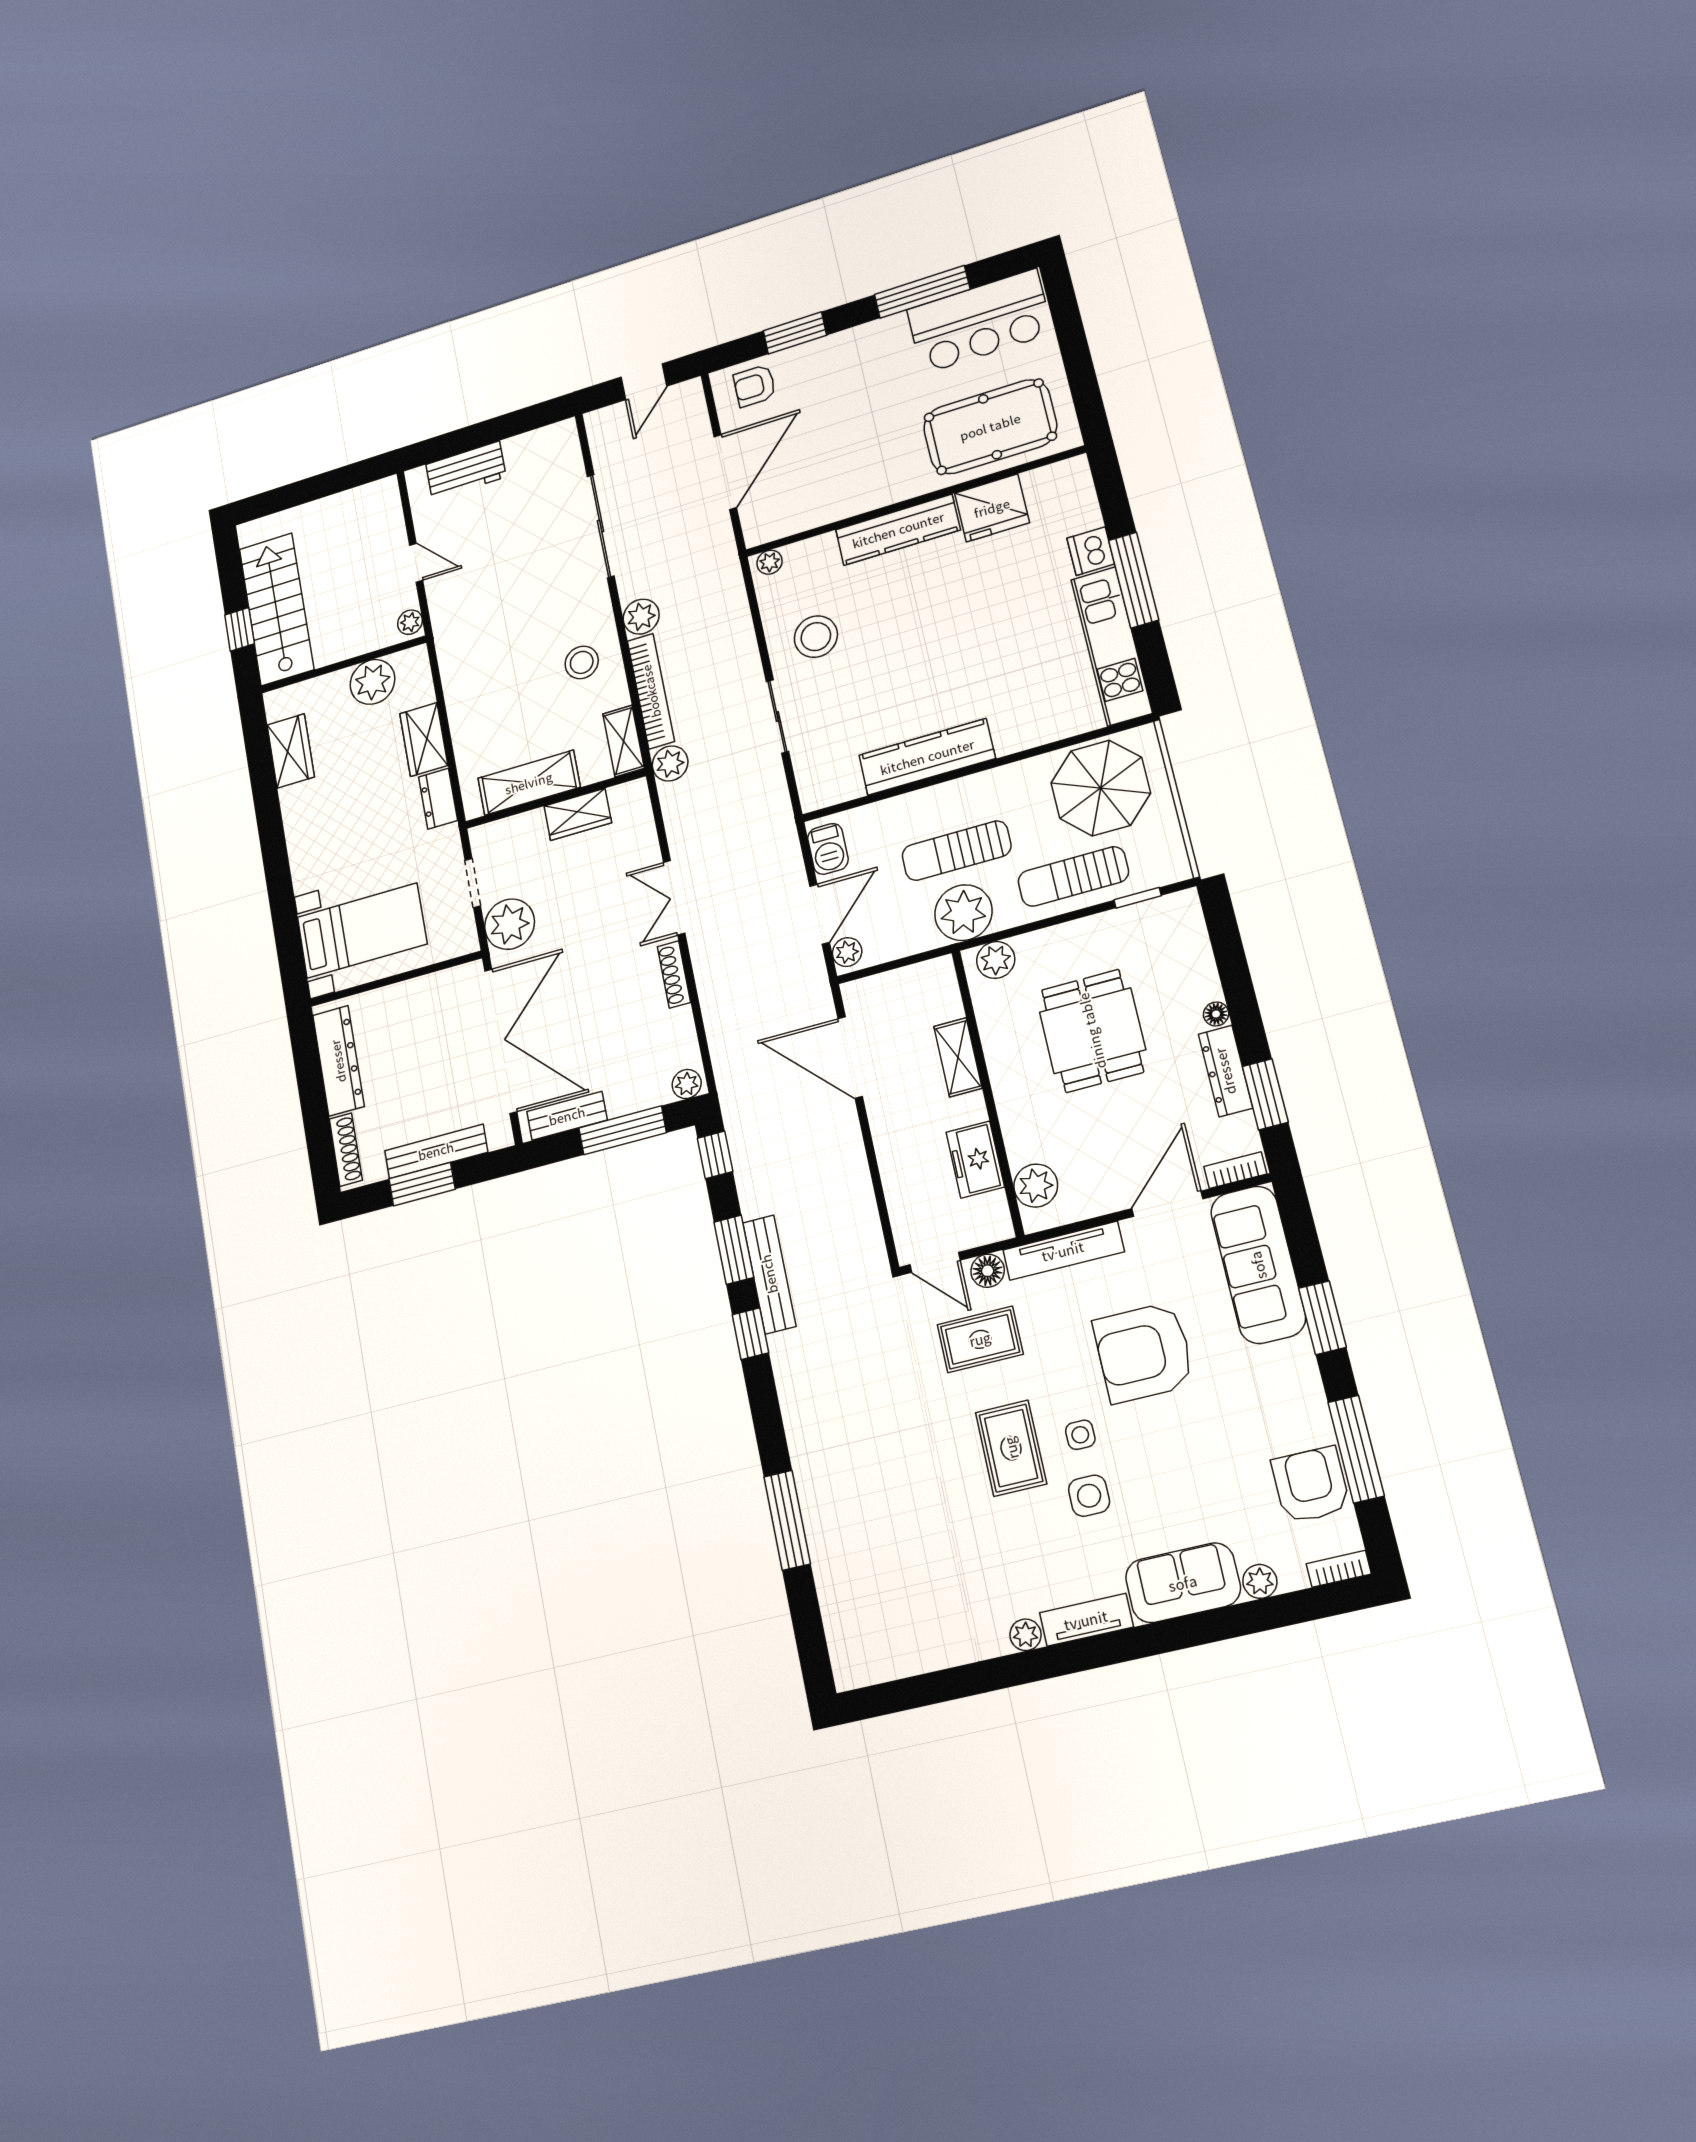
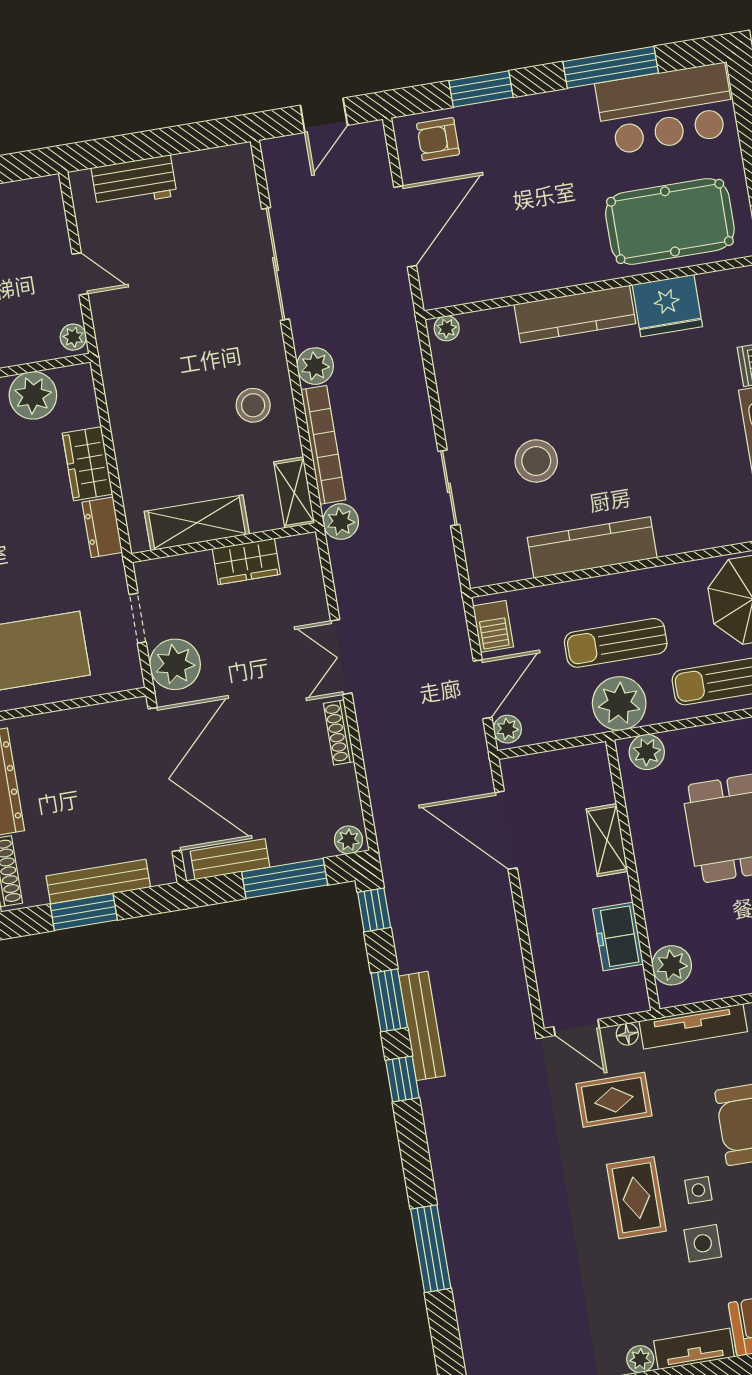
stool: (816, 637) -> (536, 461), moved
floor lamp: (988, 1271) -> (627, 1034), width x0.73, depth x0.73

